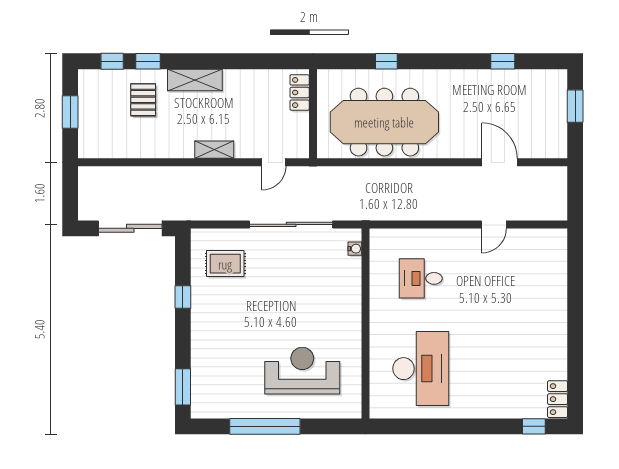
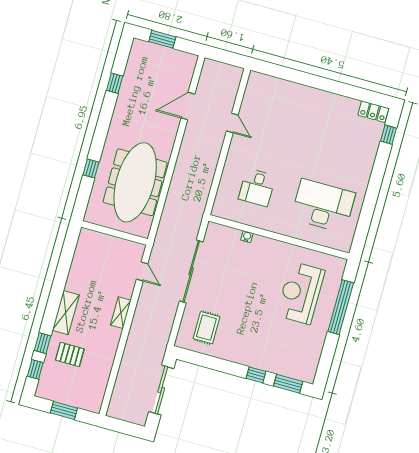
locker: (300, 92) -> (96, 238), removed
water cooler: (355, 249) -> (247, 237), moved
window: (183, 297) -> (256, 375), moved
window: (265, 426) -> (341, 307), moved

